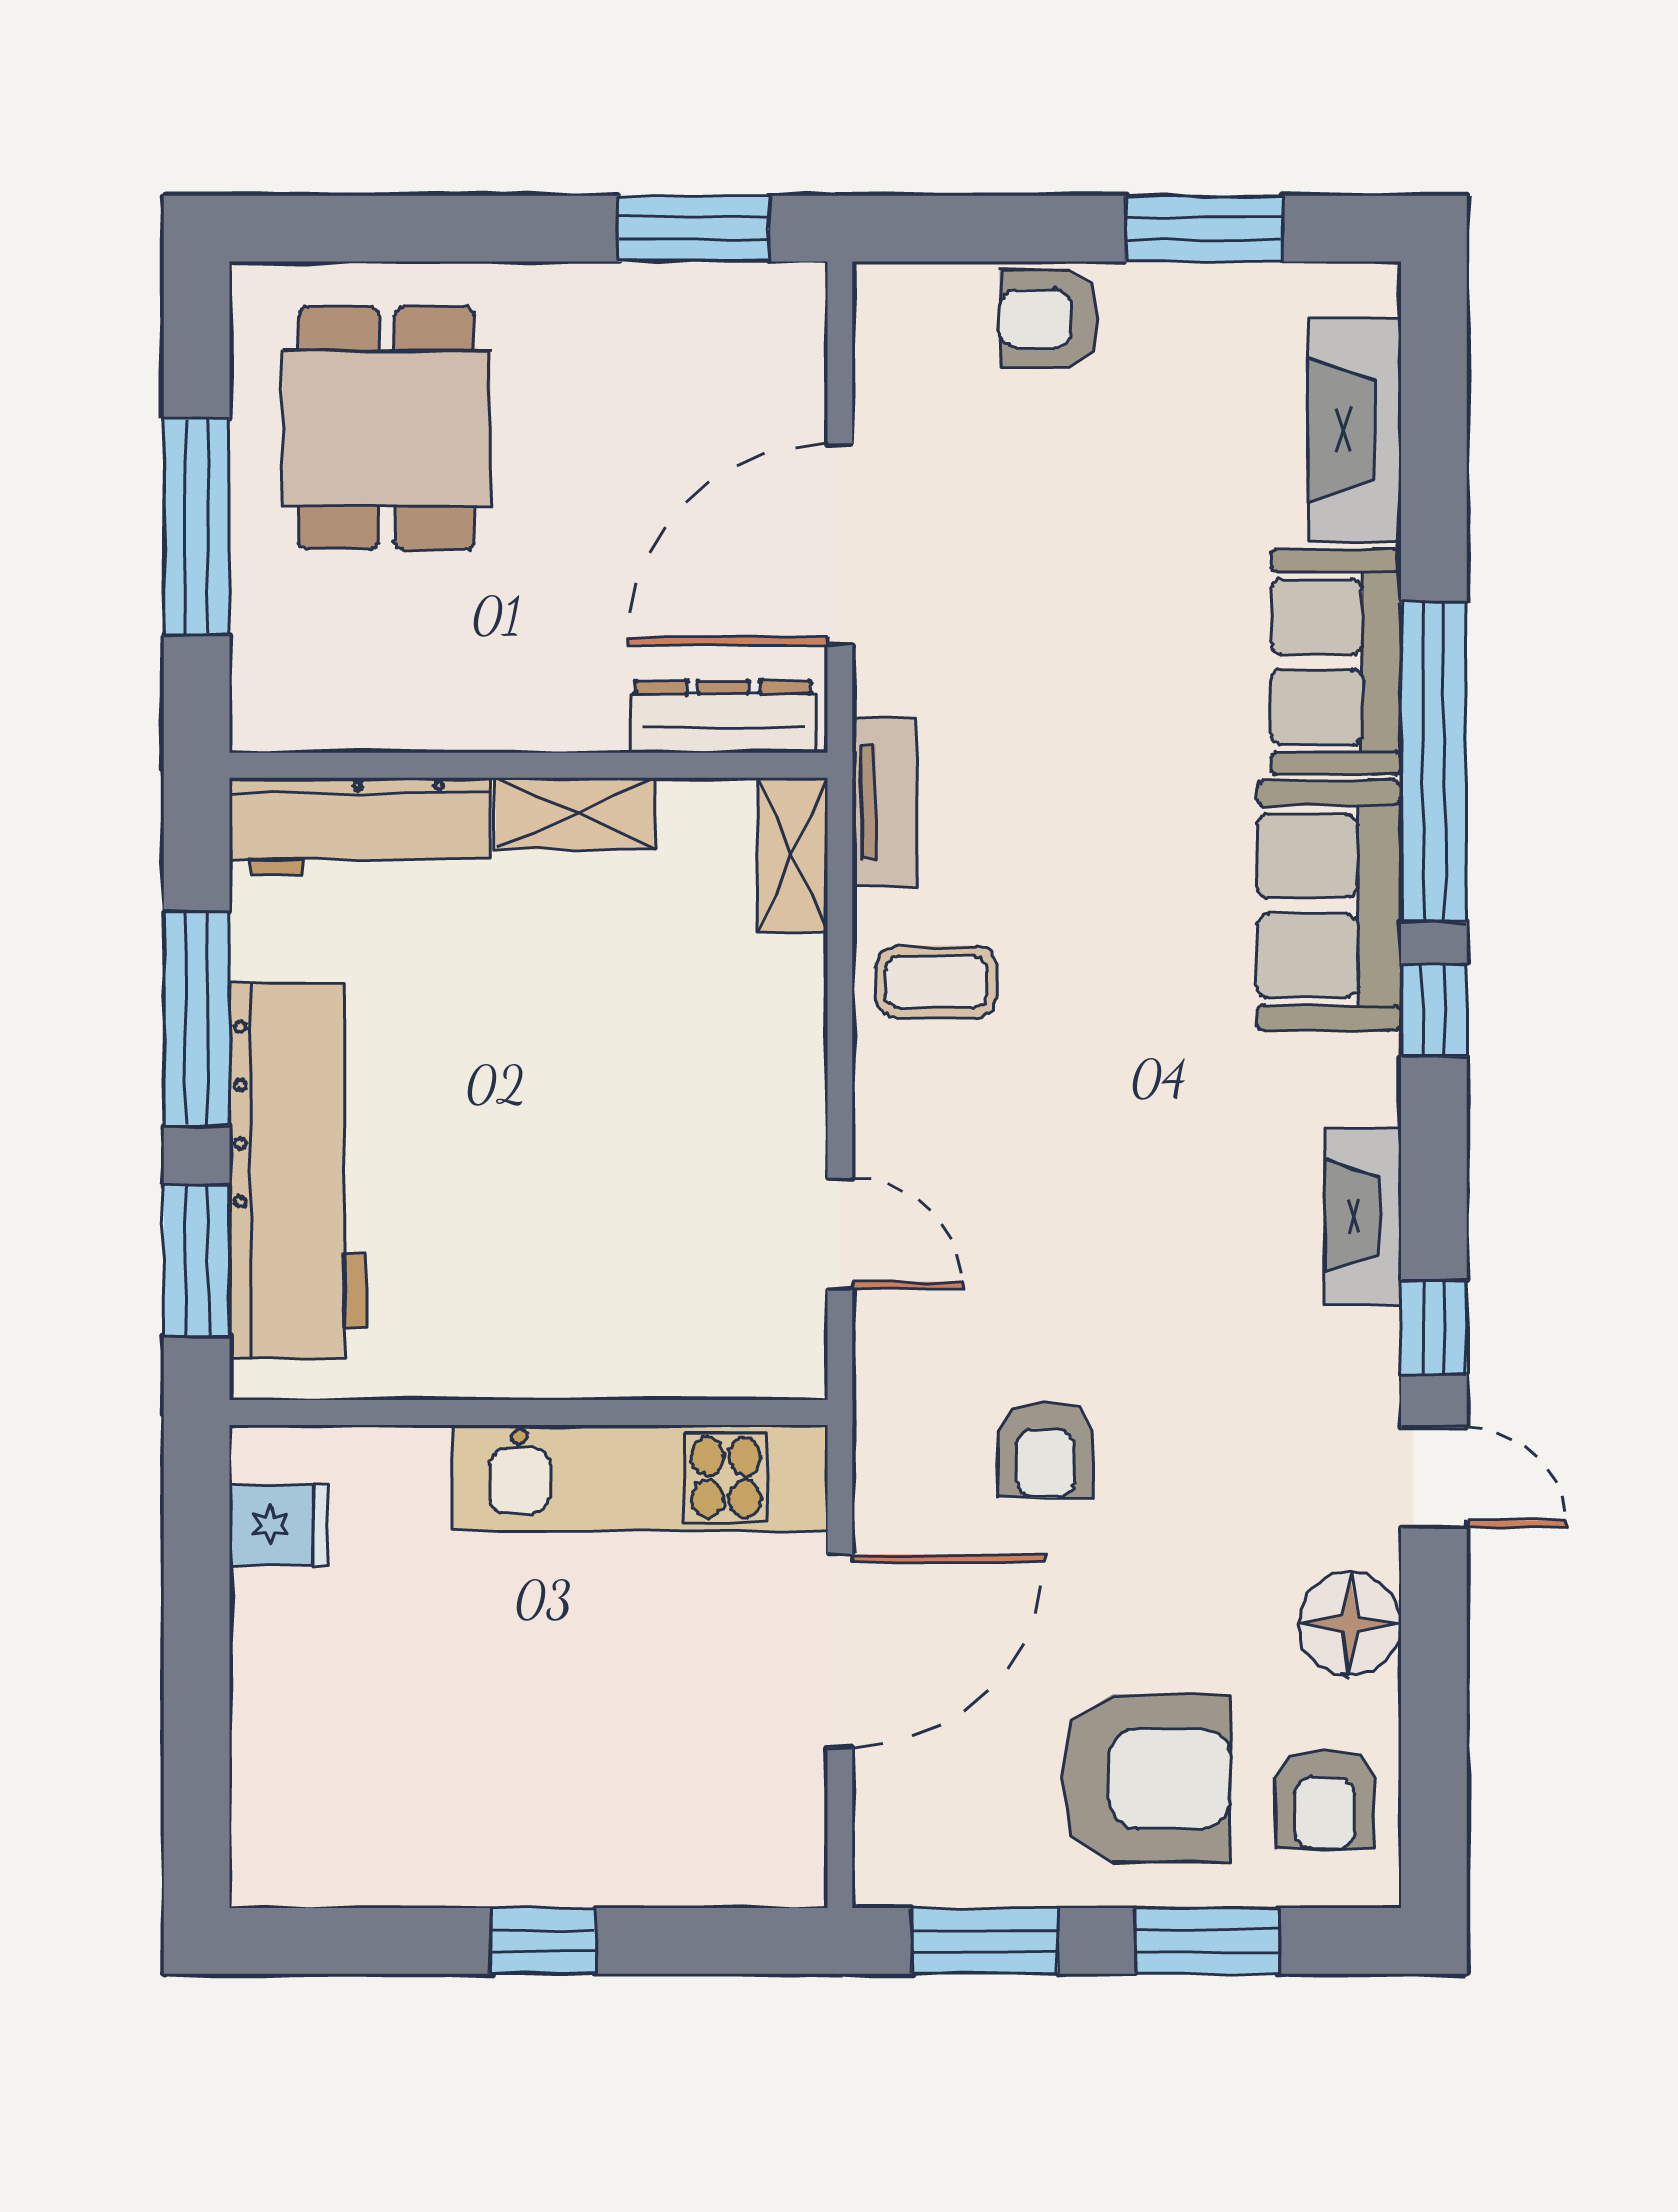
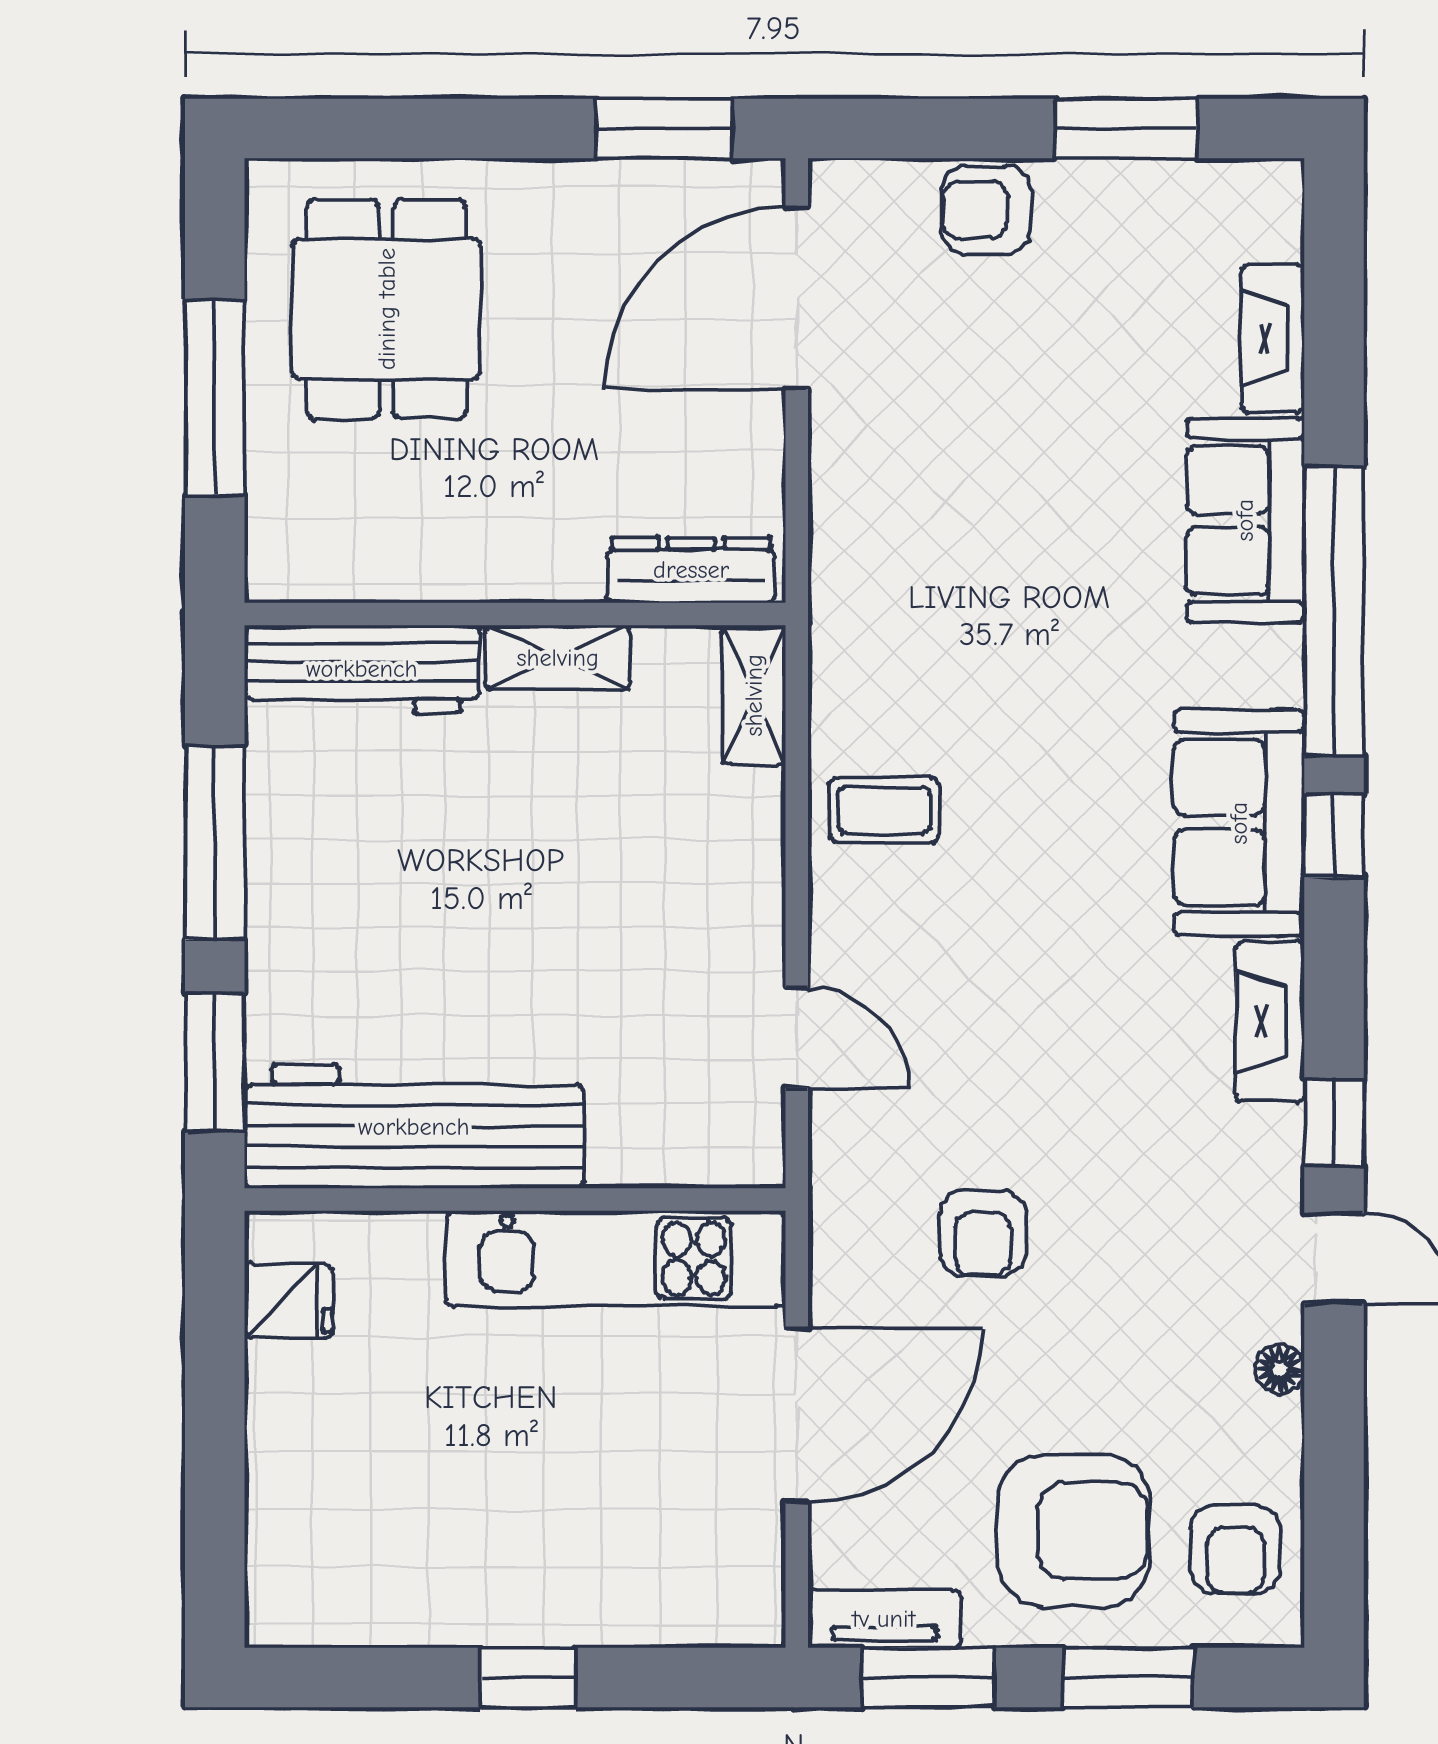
fireplace: (1355, 430) -> (1273, 338), width x0.73, depth x0.76
door: (840, 544) -> (797, 298), moved
tv unit: (884, 802) -> (884, 1619), moved, turned -90
sofa: (1329, 906) -> (1239, 823), moved
workbench: (298, 1171) -> (414, 1127), moved, turned -90
floor lamp: (1350, 1624) -> (1280, 1369), width x0.53, depth x0.53

